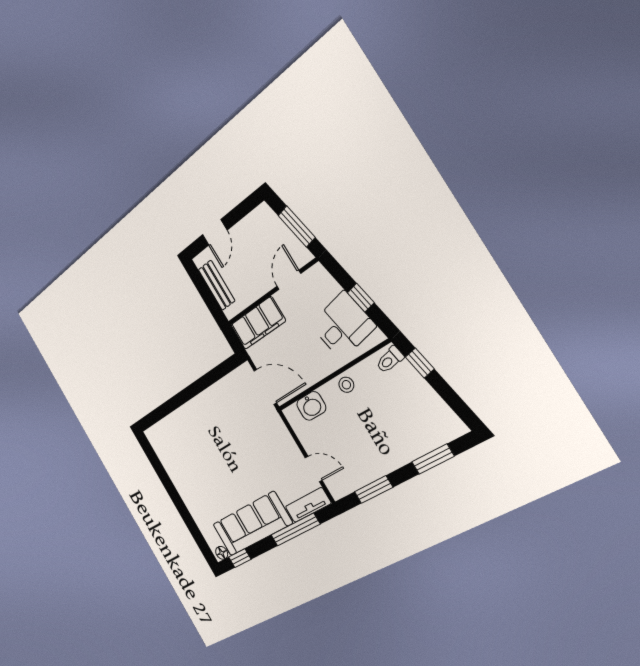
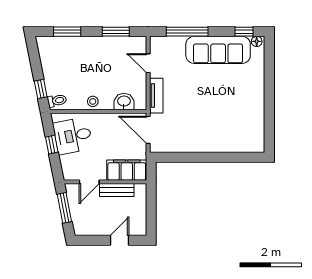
bench: (217, 285) -> (117, 190), moved, turned 90
tv unit: (308, 505) -> (156, 96), moved, turned -90

